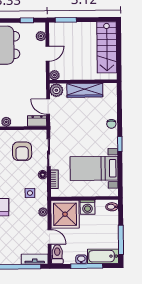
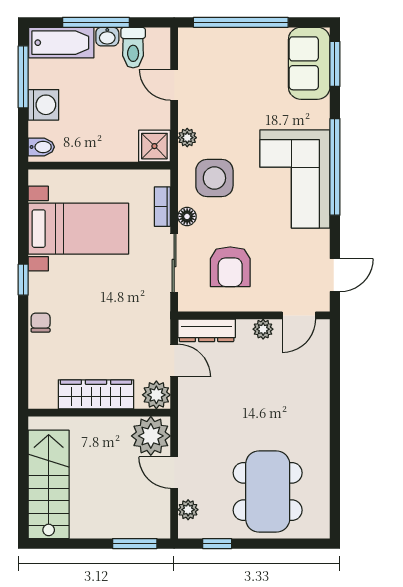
door: (48, 54) -> (174, 473), hinge flipped
plant: (54, 75) -> (151, 436), width x1.88, depth x1.88
dresser: (37, 121) -> (207, 330), width x1.44
armchair: (22, 151) -> (230, 267), turned 180
side table: (30, 193) -> (214, 178), width x1.87, depth x1.87
washing machine: (88, 207) -> (43, 105), moved, turned 90
shower: (65, 214) -> (154, 146), width x0.54, depth x0.54
toilet: (57, 254) -> (133, 48), moved
tv unit: (35, 259) -> (206, 38), removed

